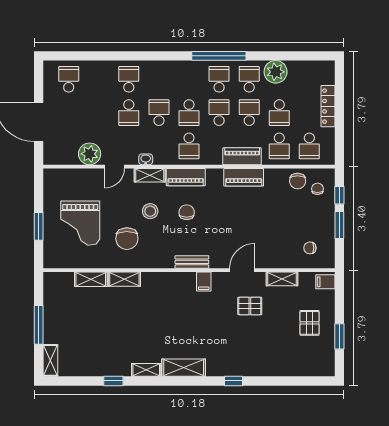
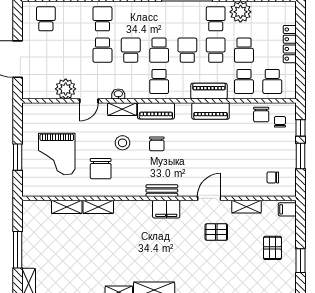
school desk: (219, 79) -> (187, 19), removed
chair: (187, 212) -> (157, 144), turned 180
filing cabinet: (204, 282) -> (166, 209), width x2.00

